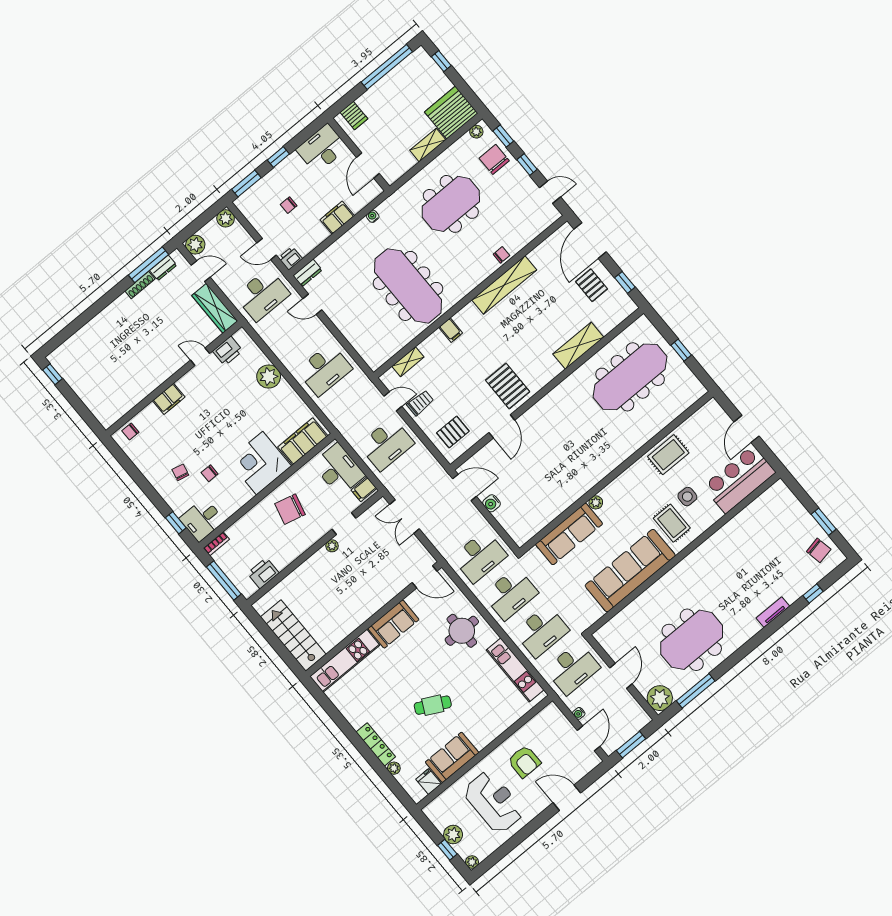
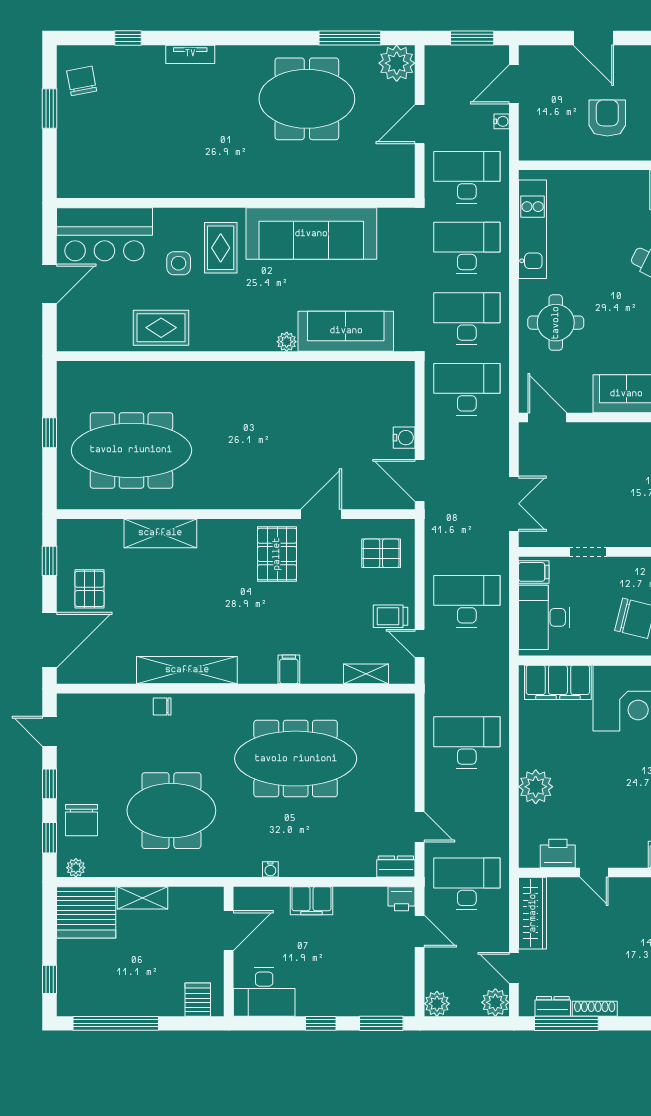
chair: (289, 205) -> (354, 960), removed
meeting table: (408, 286) -> (296, 759), turned 90
plant: (332, 546) -> (622, 538), removed

